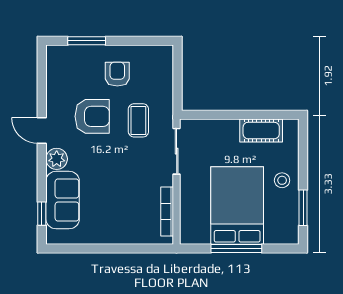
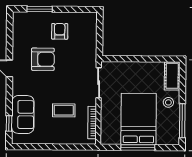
coffee table: (138, 120) -> (64, 110), moved, turned 90
cot: (261, 131) -> (172, 76), moved, turned 90
plant: (57, 159) -> (19, 87), removed
window: (303, 208) -> (182, 121), width x1.44

